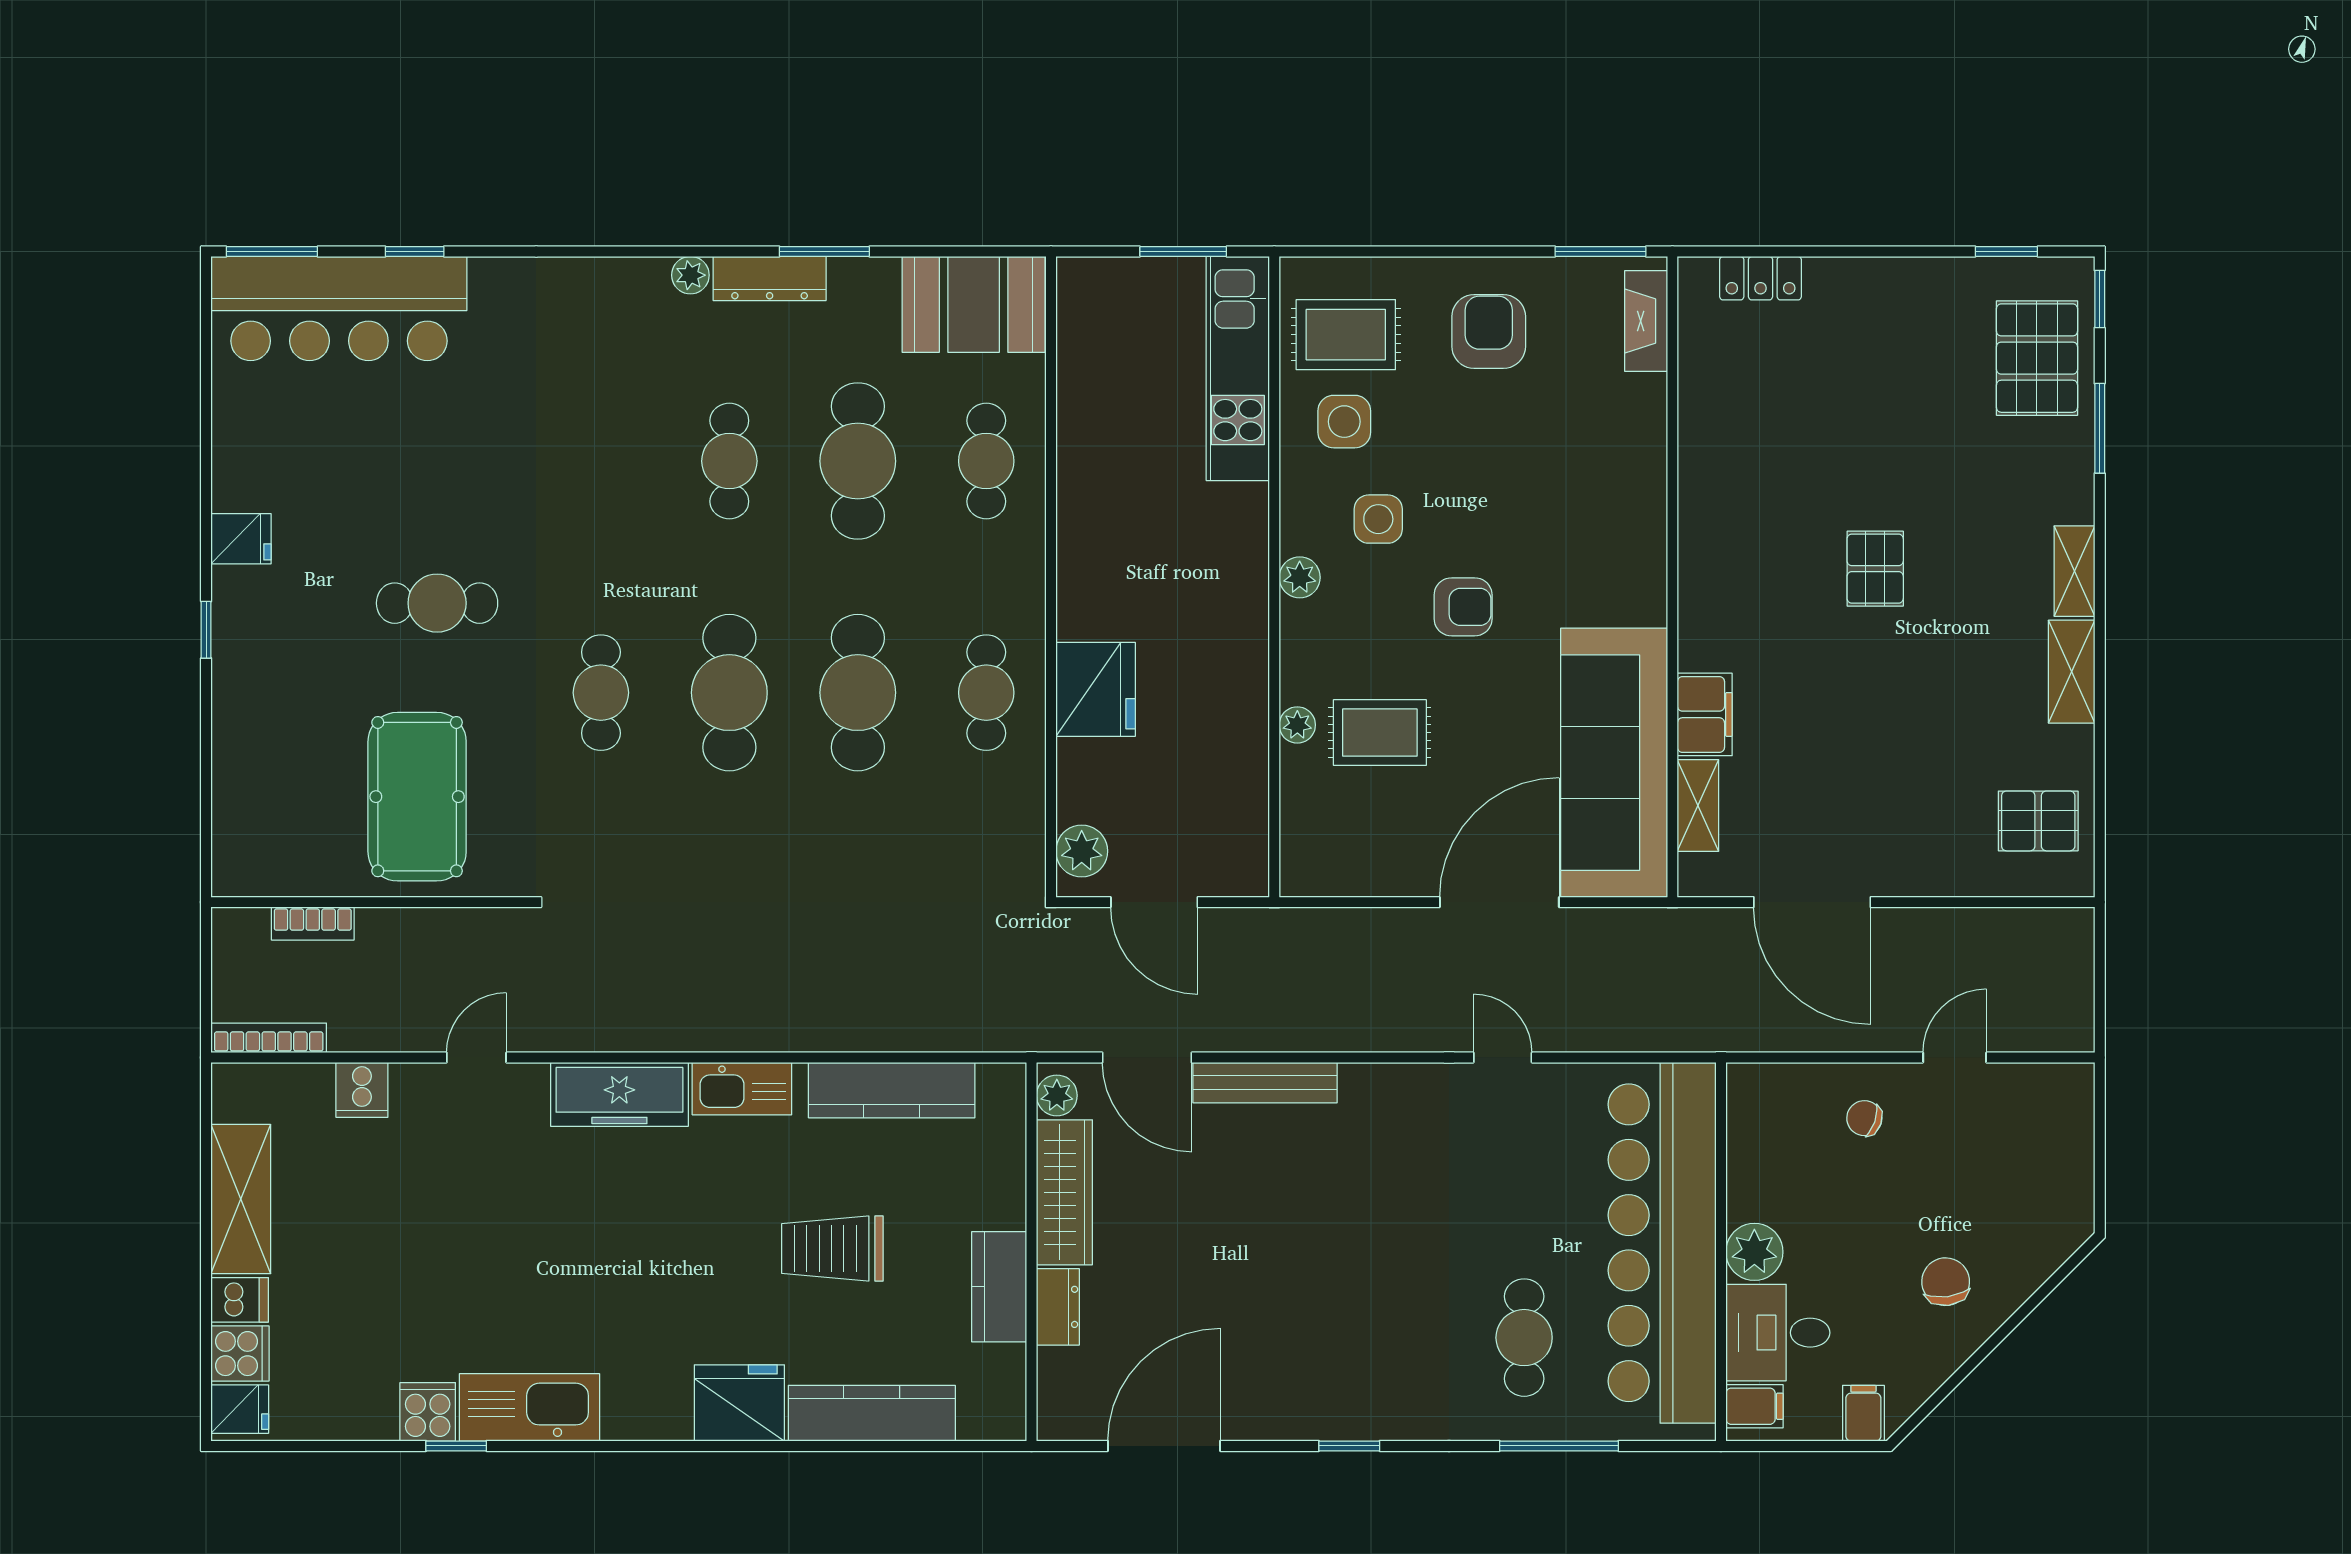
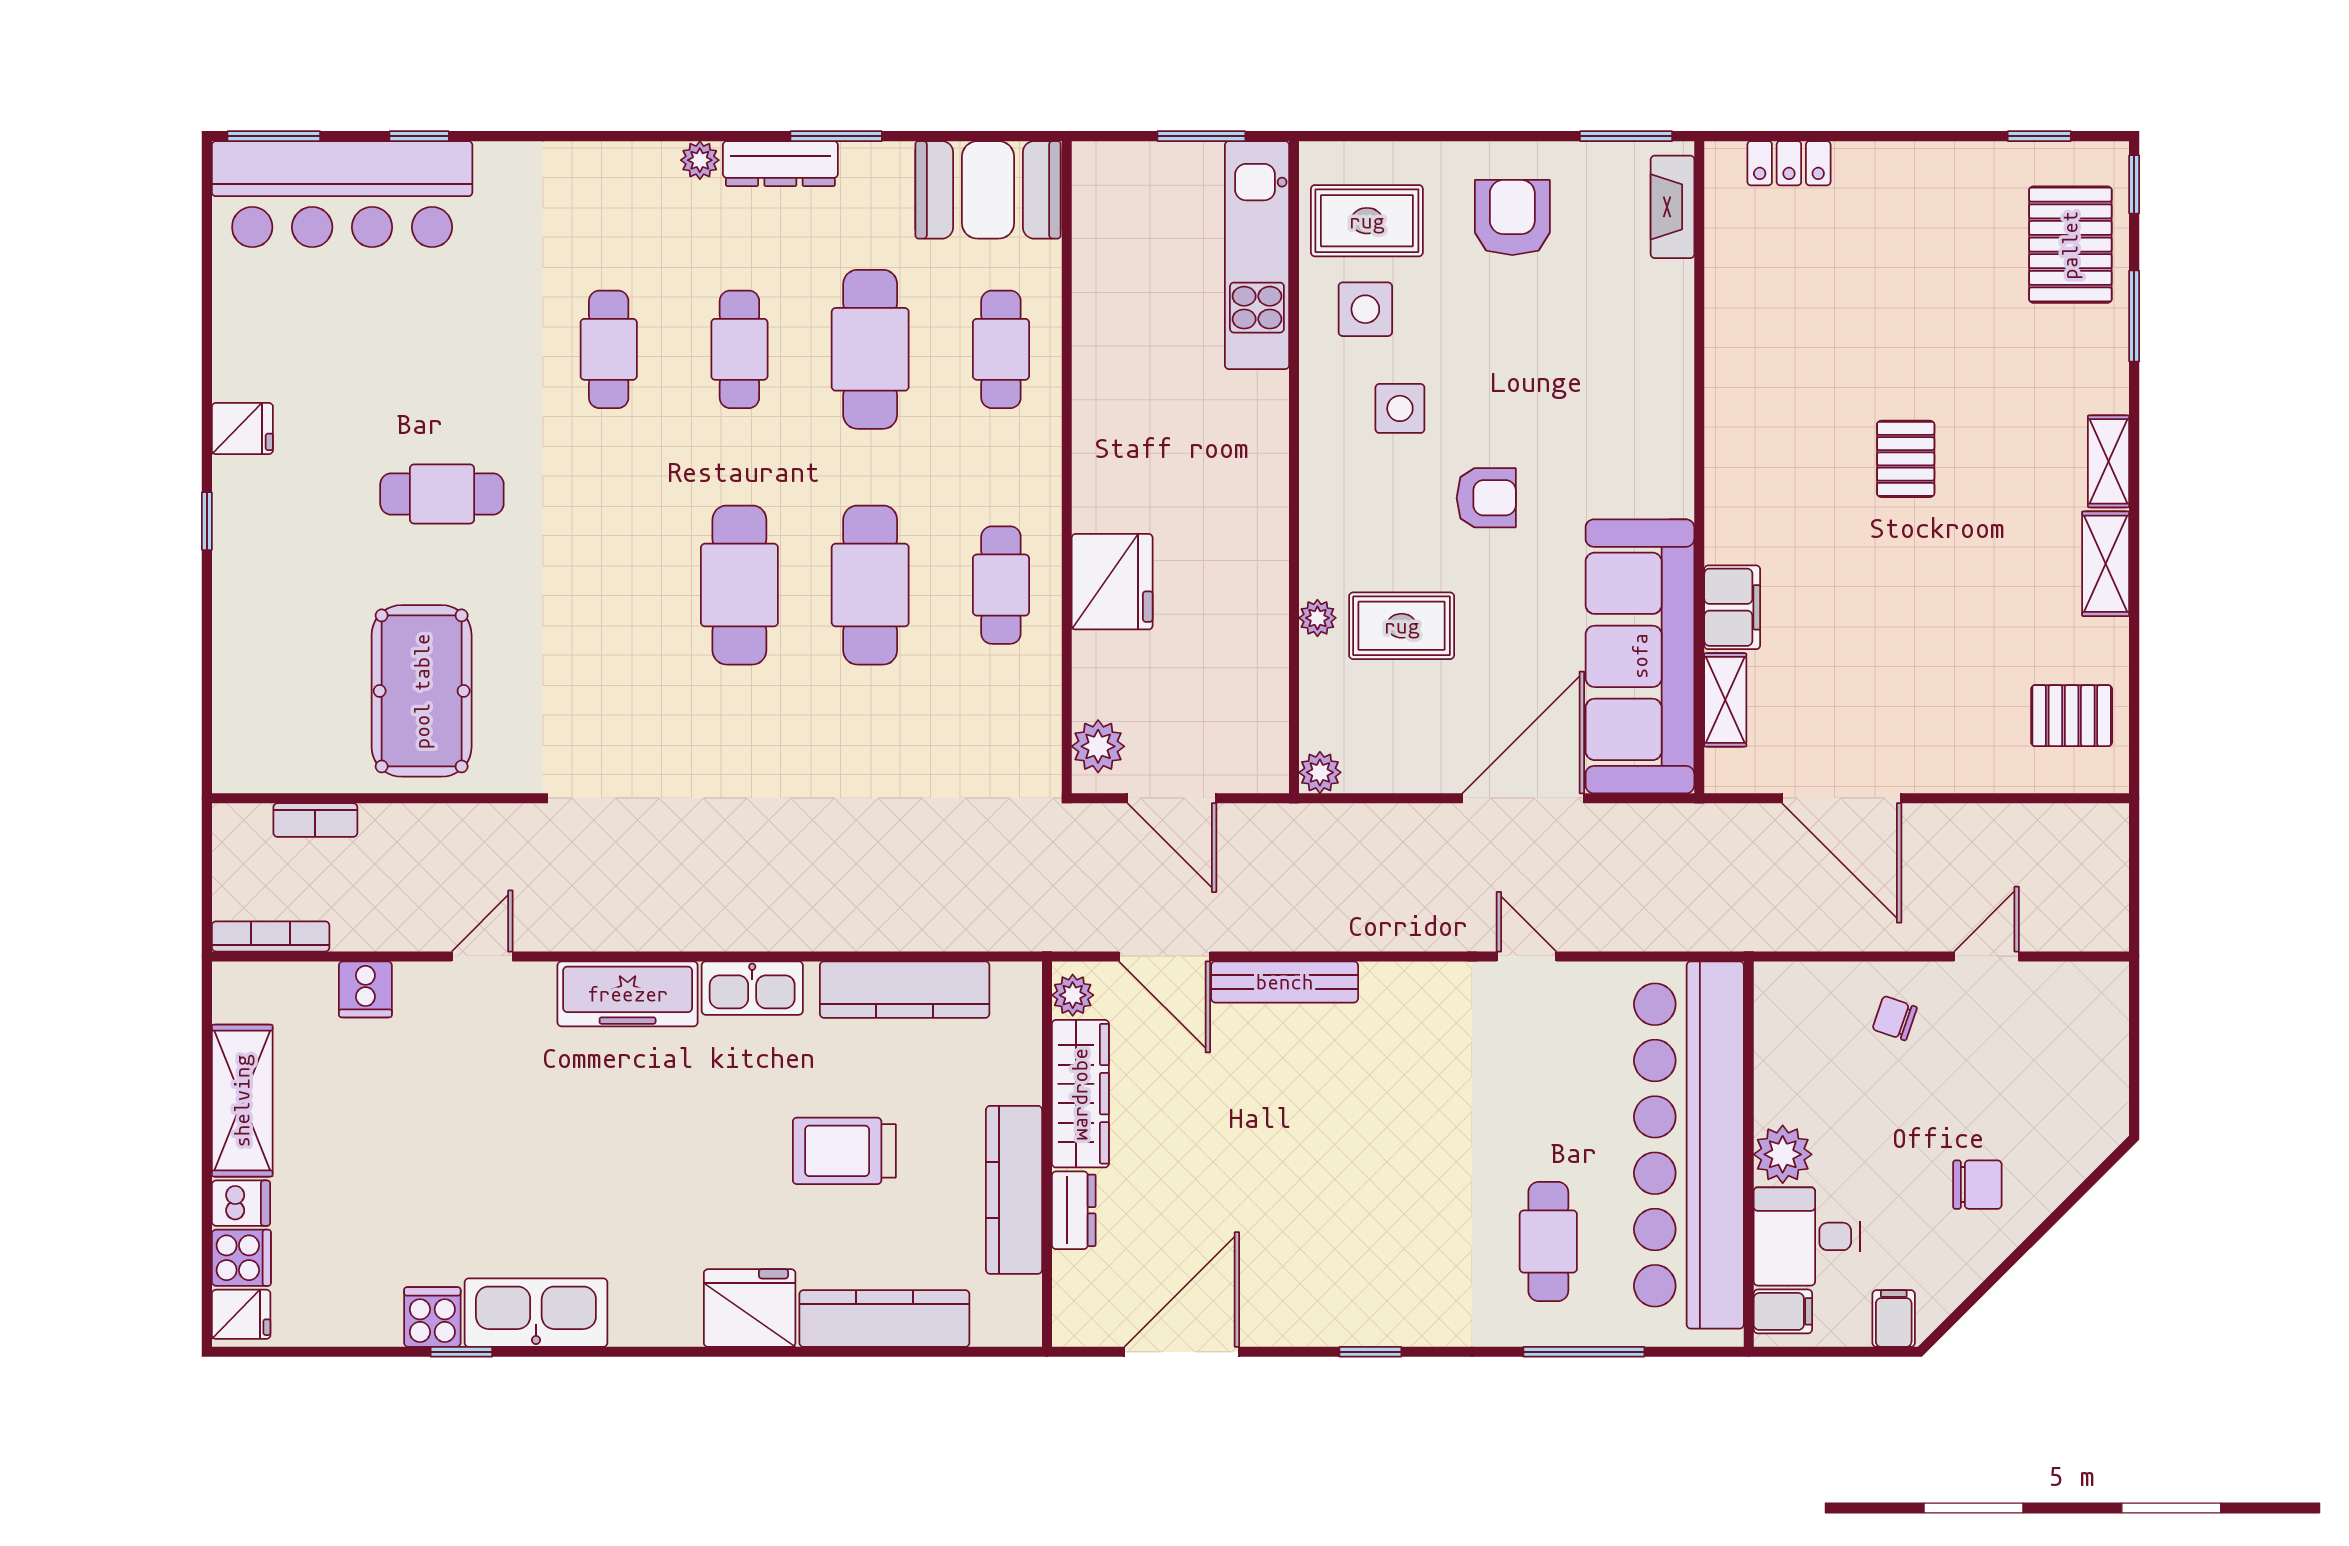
plant: (1300, 577) -> (1320, 772), moved
cafe table: (601, 693) -> (609, 349), moved
chair: (1946, 1282) -> (1977, 1185), turned 97
kitchen counter: (999, 1287) -> (1014, 1190), width x1.50

